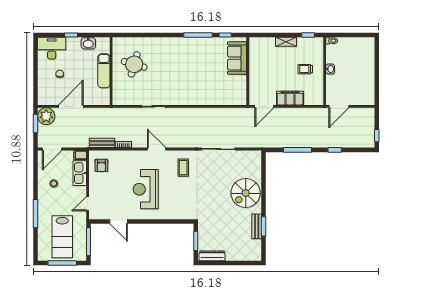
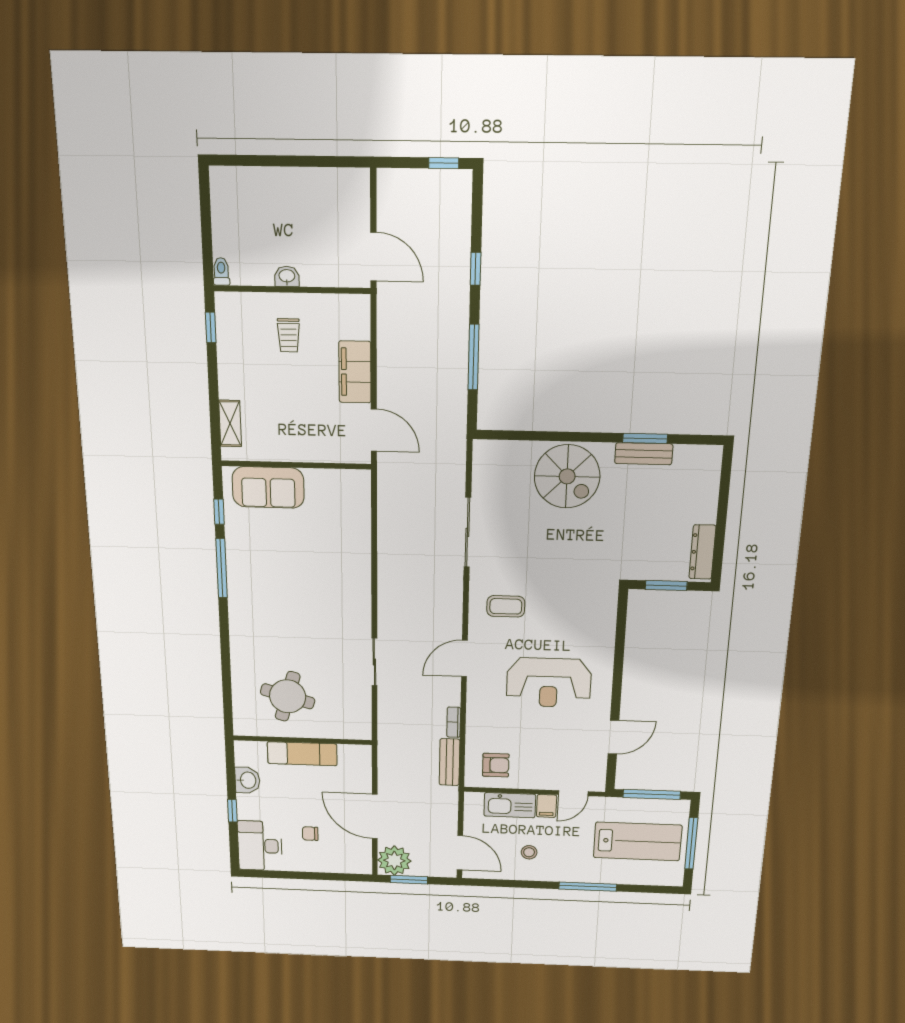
shelving: (286, 42) -> (230, 423), moved
filing cabinet: (80, 155) -> (547, 806), moved
door: (88, 204) -> (573, 793), hinge flipped

